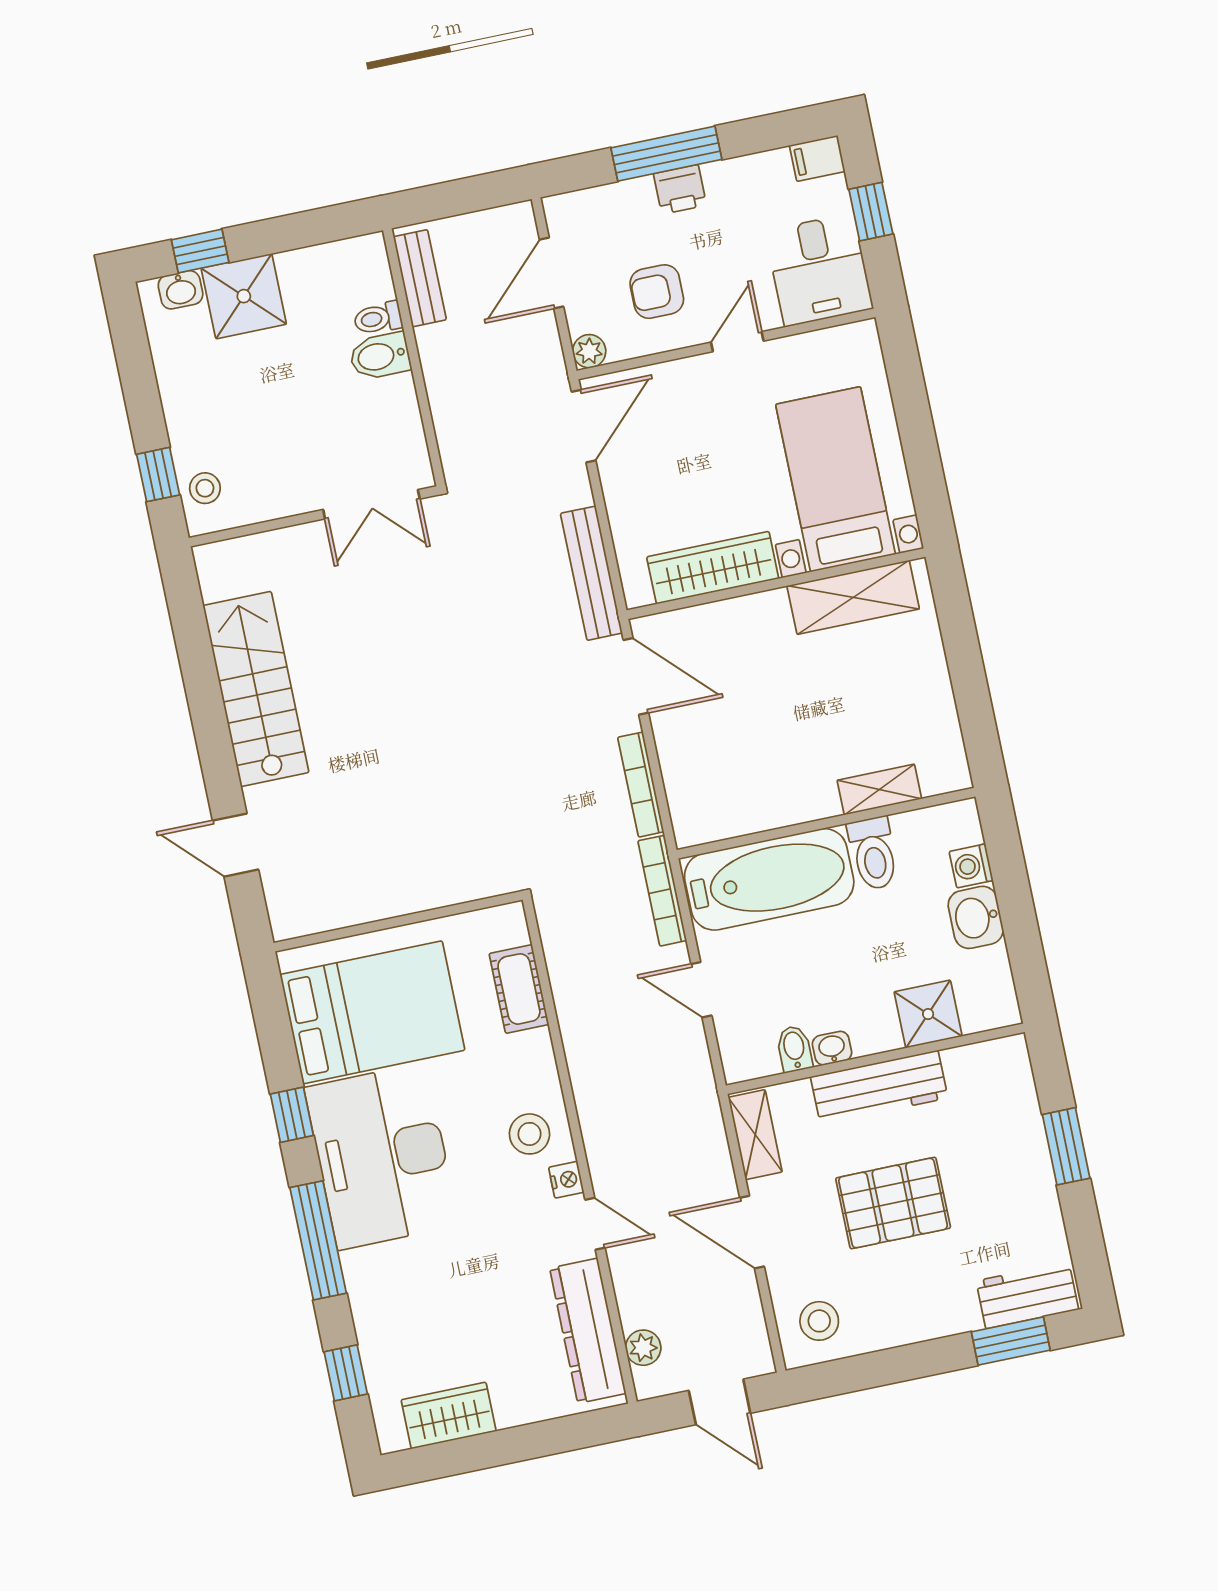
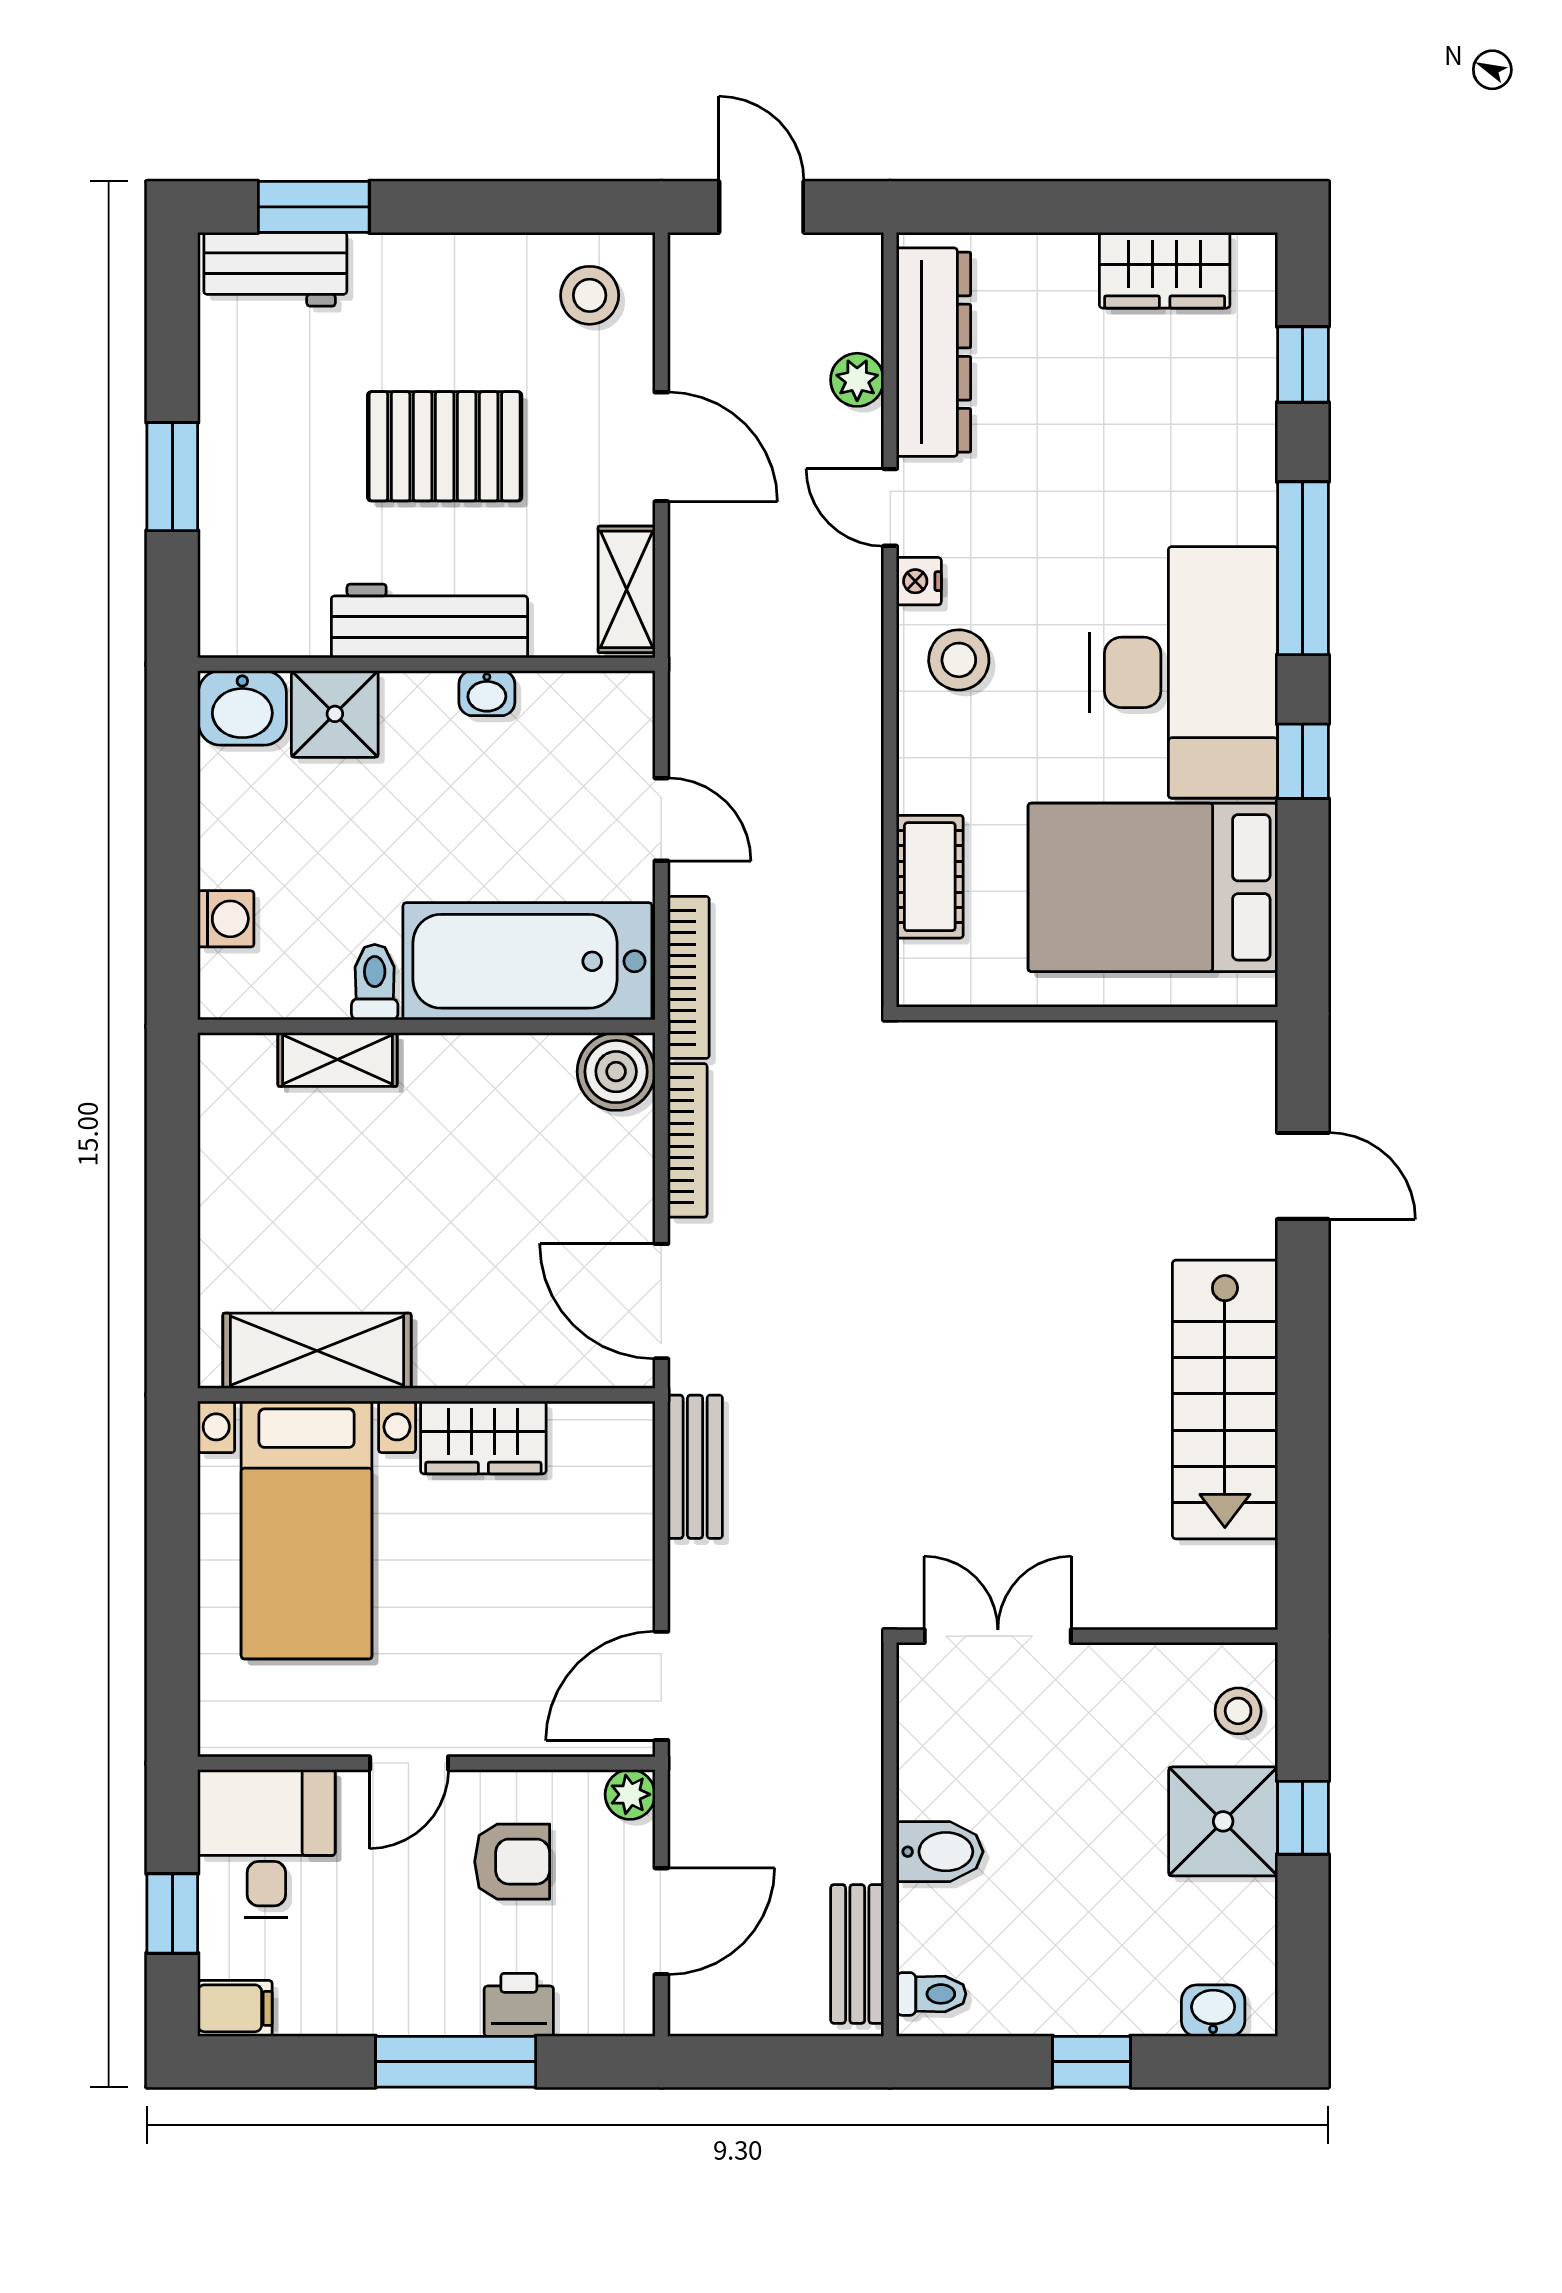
printer: (680, 189) -> (519, 2005), moved
window: (200, 251) -> (1091, 2062), moved
shower: (244, 296) -> (1223, 1821), moved
toilet: (378, 318) -> (931, 1994), moved
window: (158, 475) -> (1303, 1818), moved
wardrobe: (713, 568) -> (483, 1437), width x0.67
bench: (591, 573) -> (695, 1467), width x0.73
boiler: (697, 820) -> (616, 1072), added
toilet: (873, 853) -> (375, 982), width x0.73, depth x0.72
washbasin: (976, 917) -> (242, 708), moved, turned 90
bidet: (794, 1049) -> (542, 704), removed
plant: (643, 1348) -> (857, 380), moved

